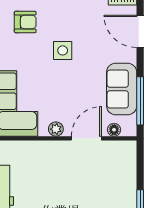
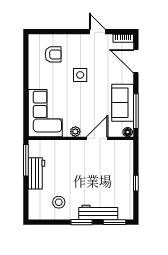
floor lamp: (114, 130) -> (128, 132), moved

